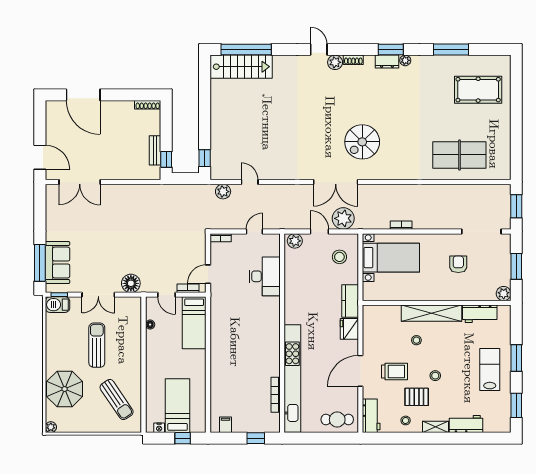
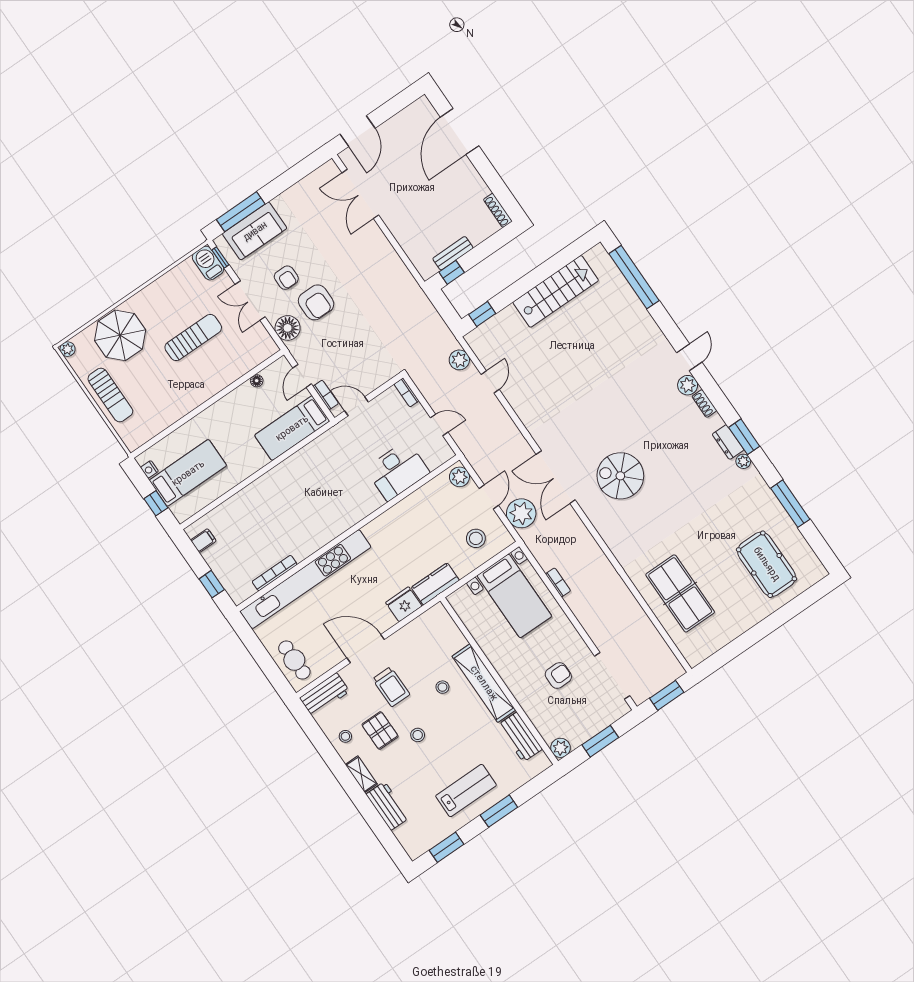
stairs: (241, 67) -> (556, 291), moved, turned -90
armchair: (127, 255) -> (316, 302), added
armchair: (99, 263) -> (286, 278), added
sun lounger: (117, 400) -> (110, 395), moved, turned -56

